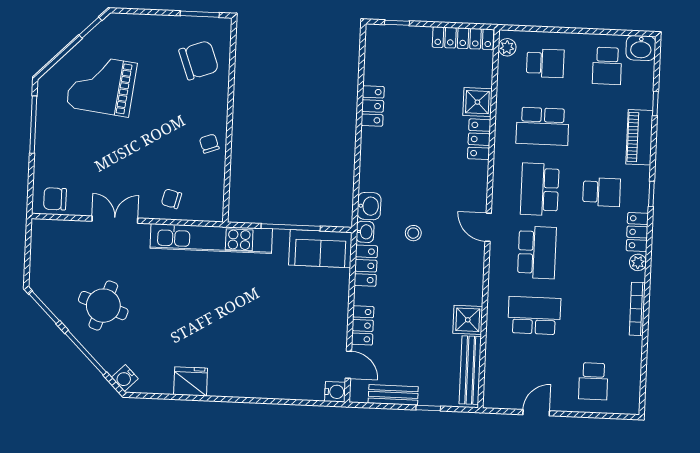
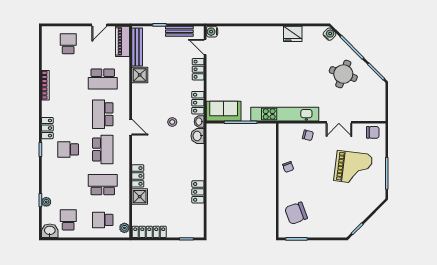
grand piano: (101, 85) -> (353, 168), moved
piano: (639, 137) -> (123, 41), moved, turned 180
plant: (638, 262) -> (46, 202), moved

